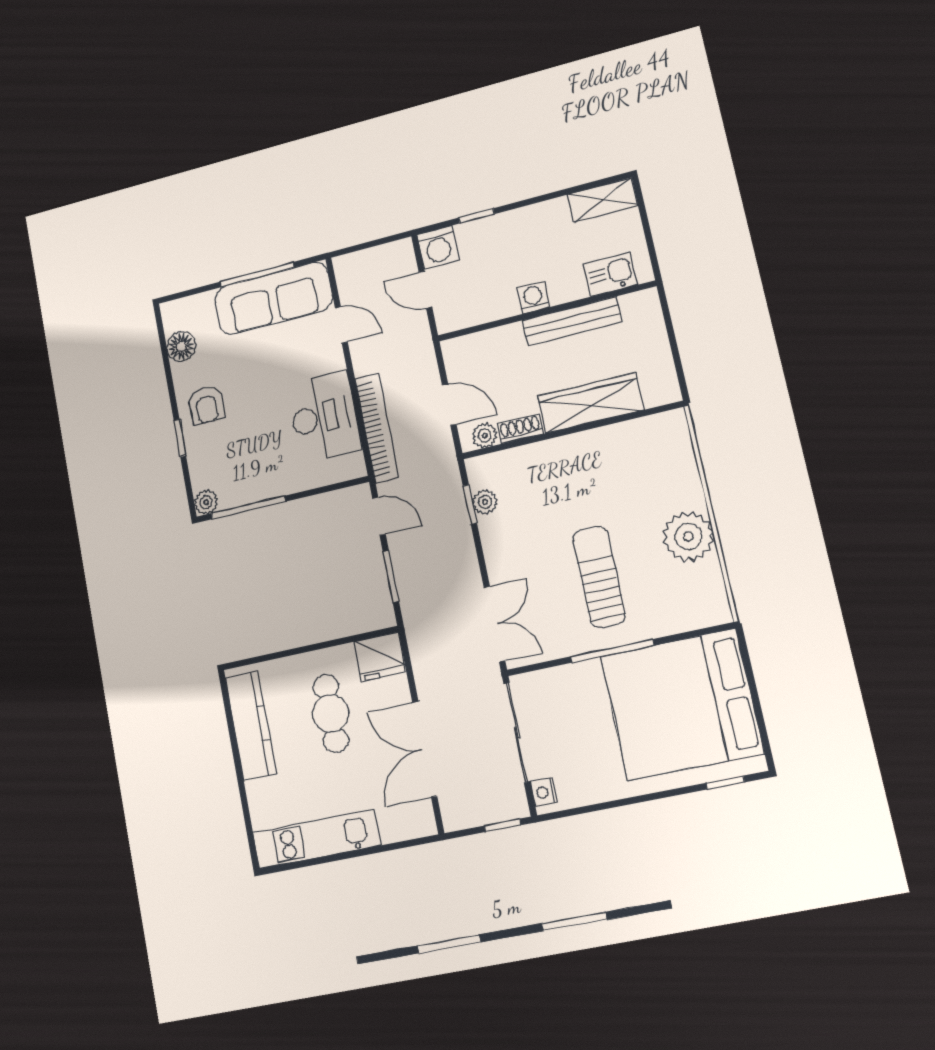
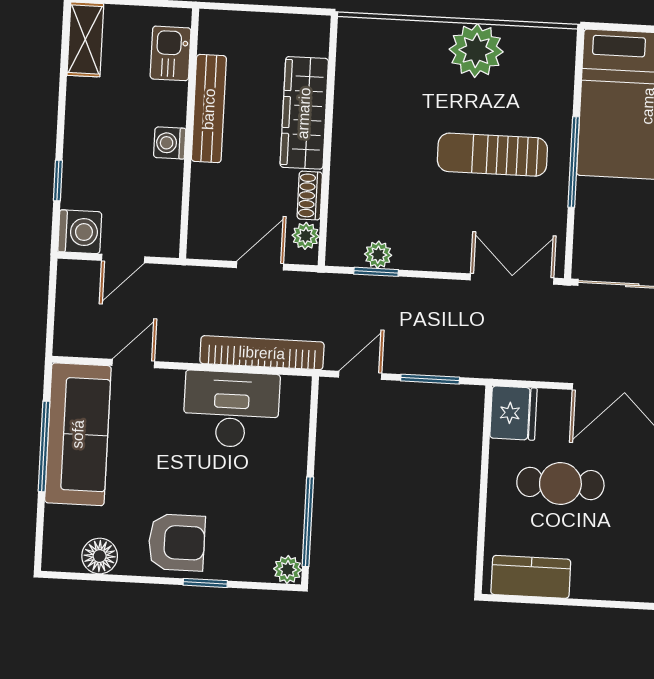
armchair: (206, 405) -> (177, 542), width x1.38, depth x1.38
kitchen counter: (251, 726) -> (531, 577), width x0.67

